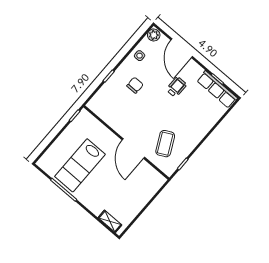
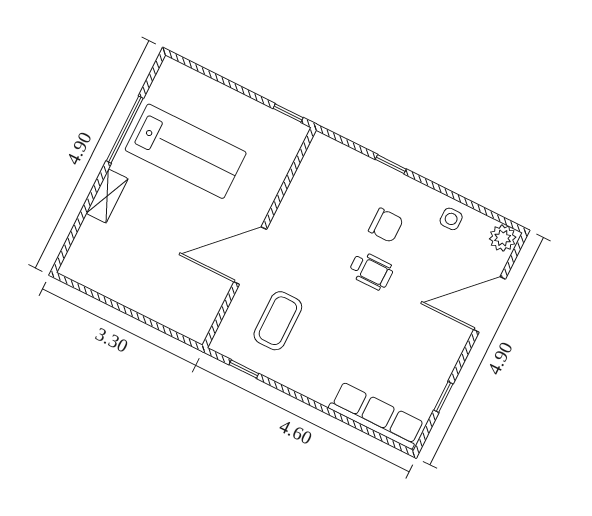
wheelchair: (176, 87) -> (371, 271), moved
row of seats: (217, 89) -> (377, 415), moved, turned 90
coffee table: (165, 144) -> (278, 321), turned -63
lab bench: (80, 165) -> (186, 151), turned 180
shelving: (110, 221) -> (107, 196), moved

